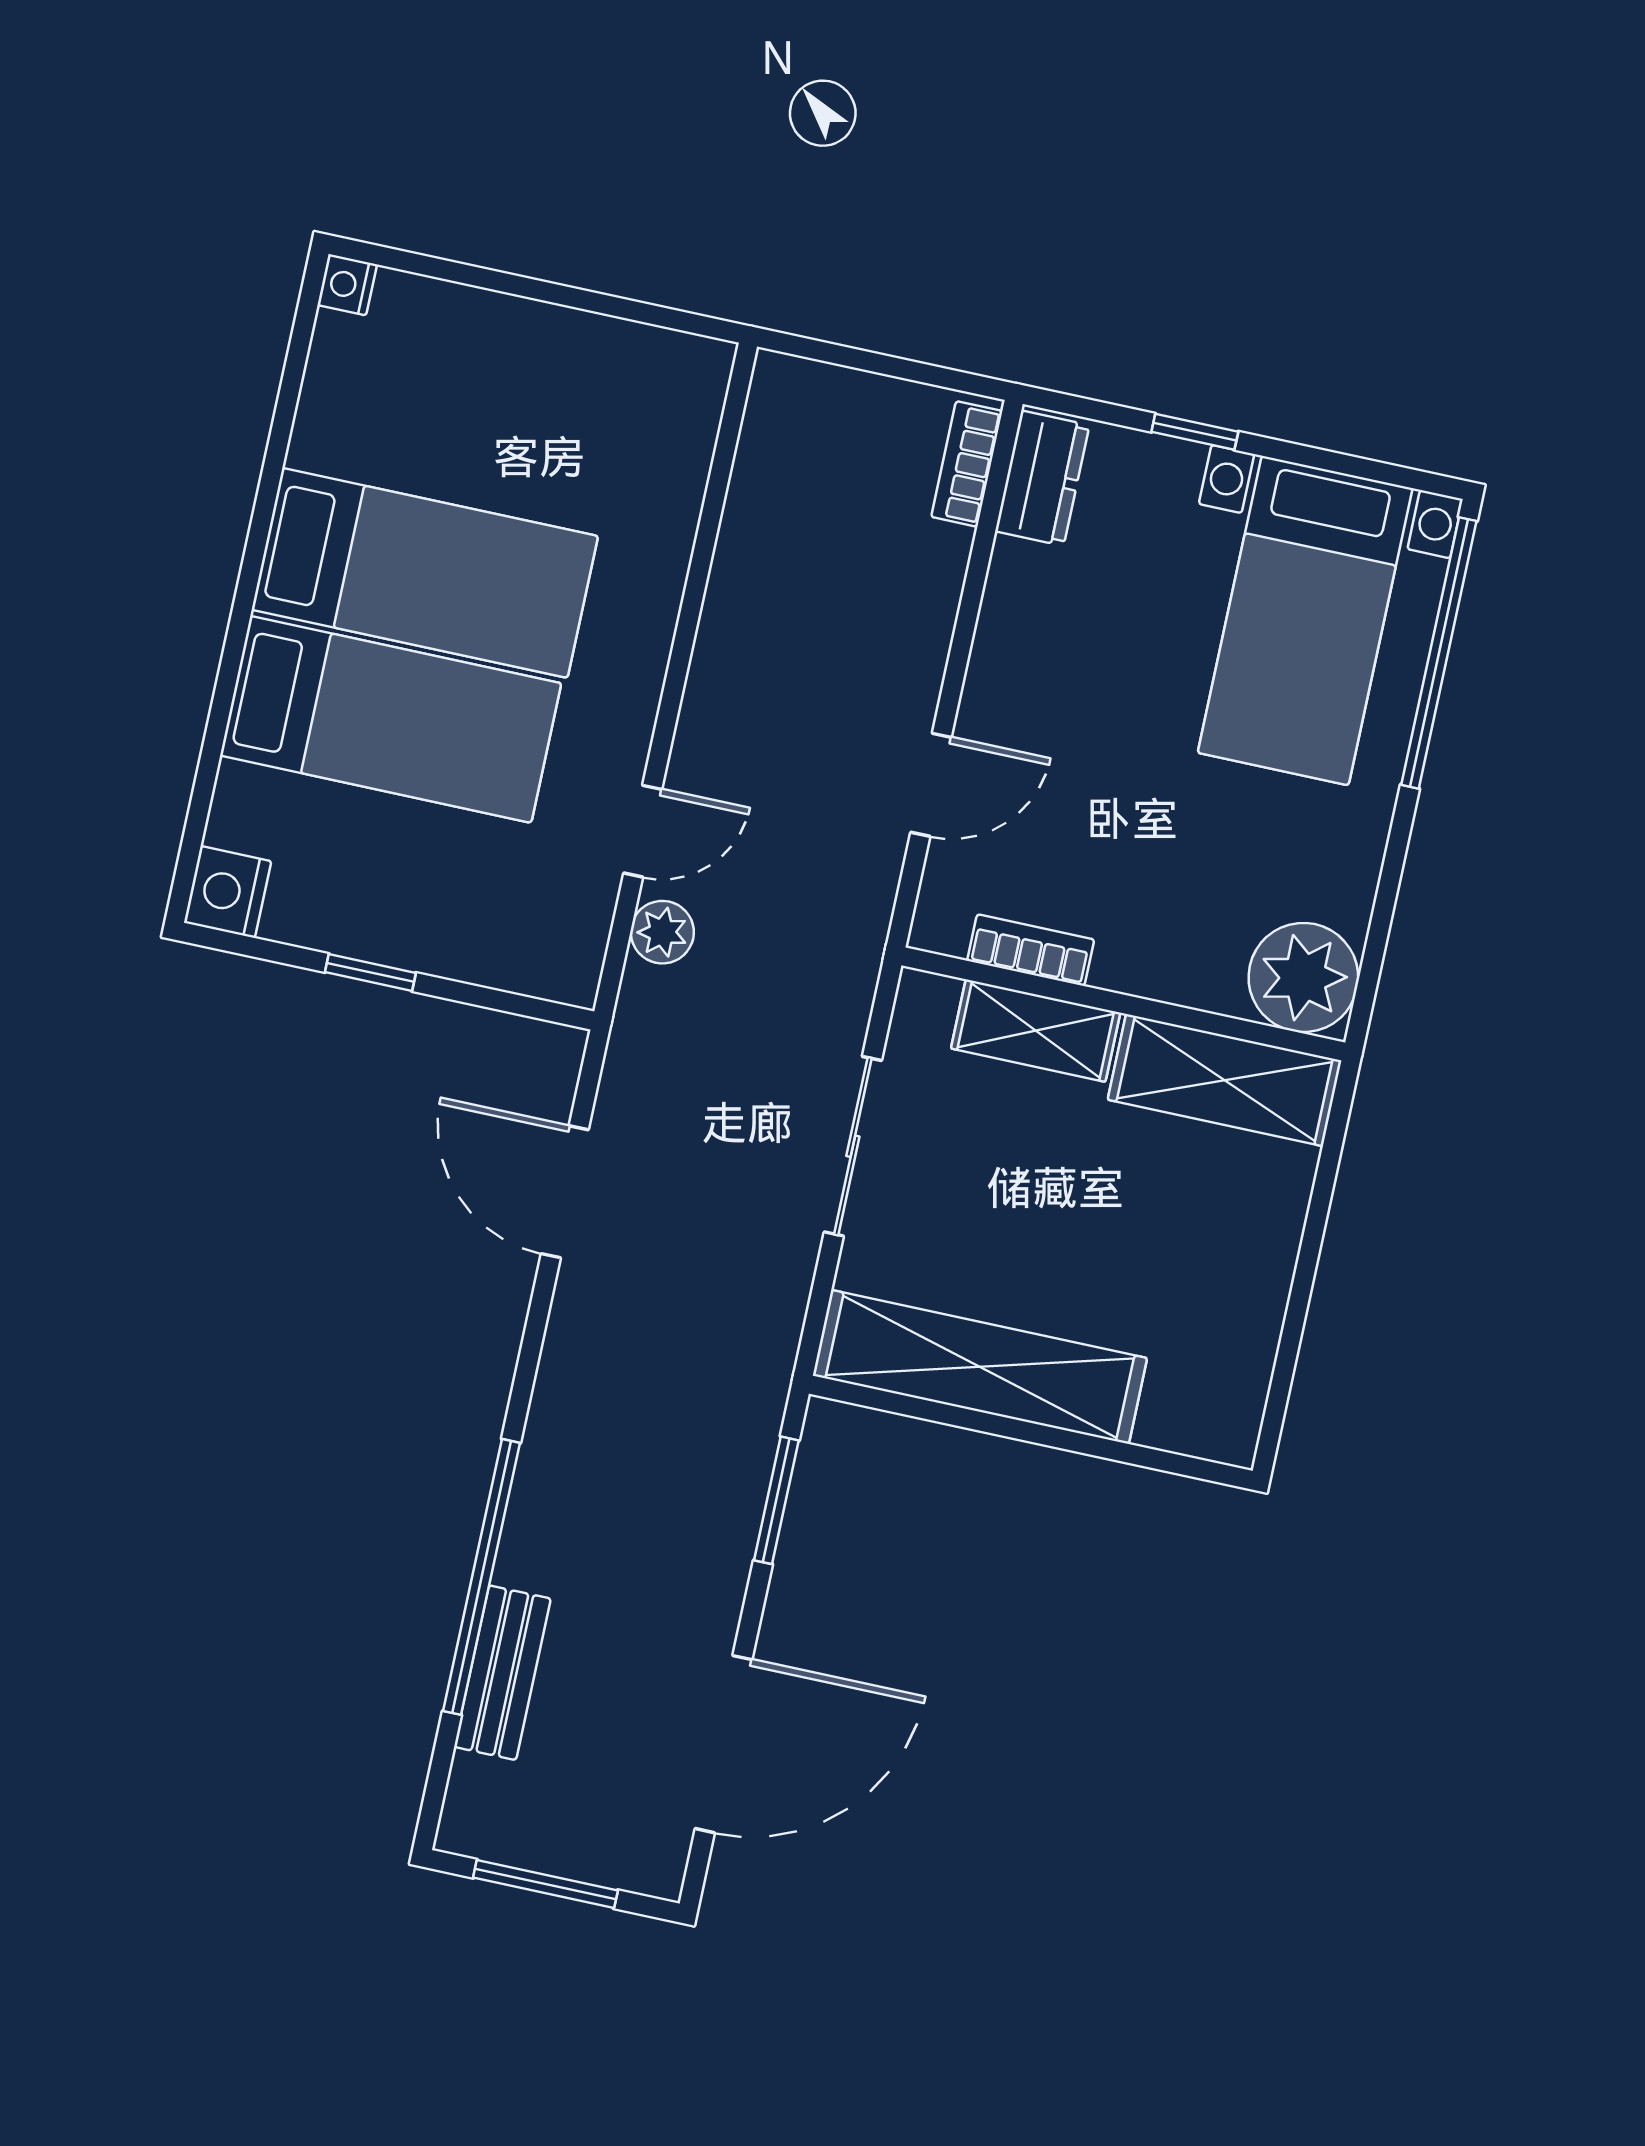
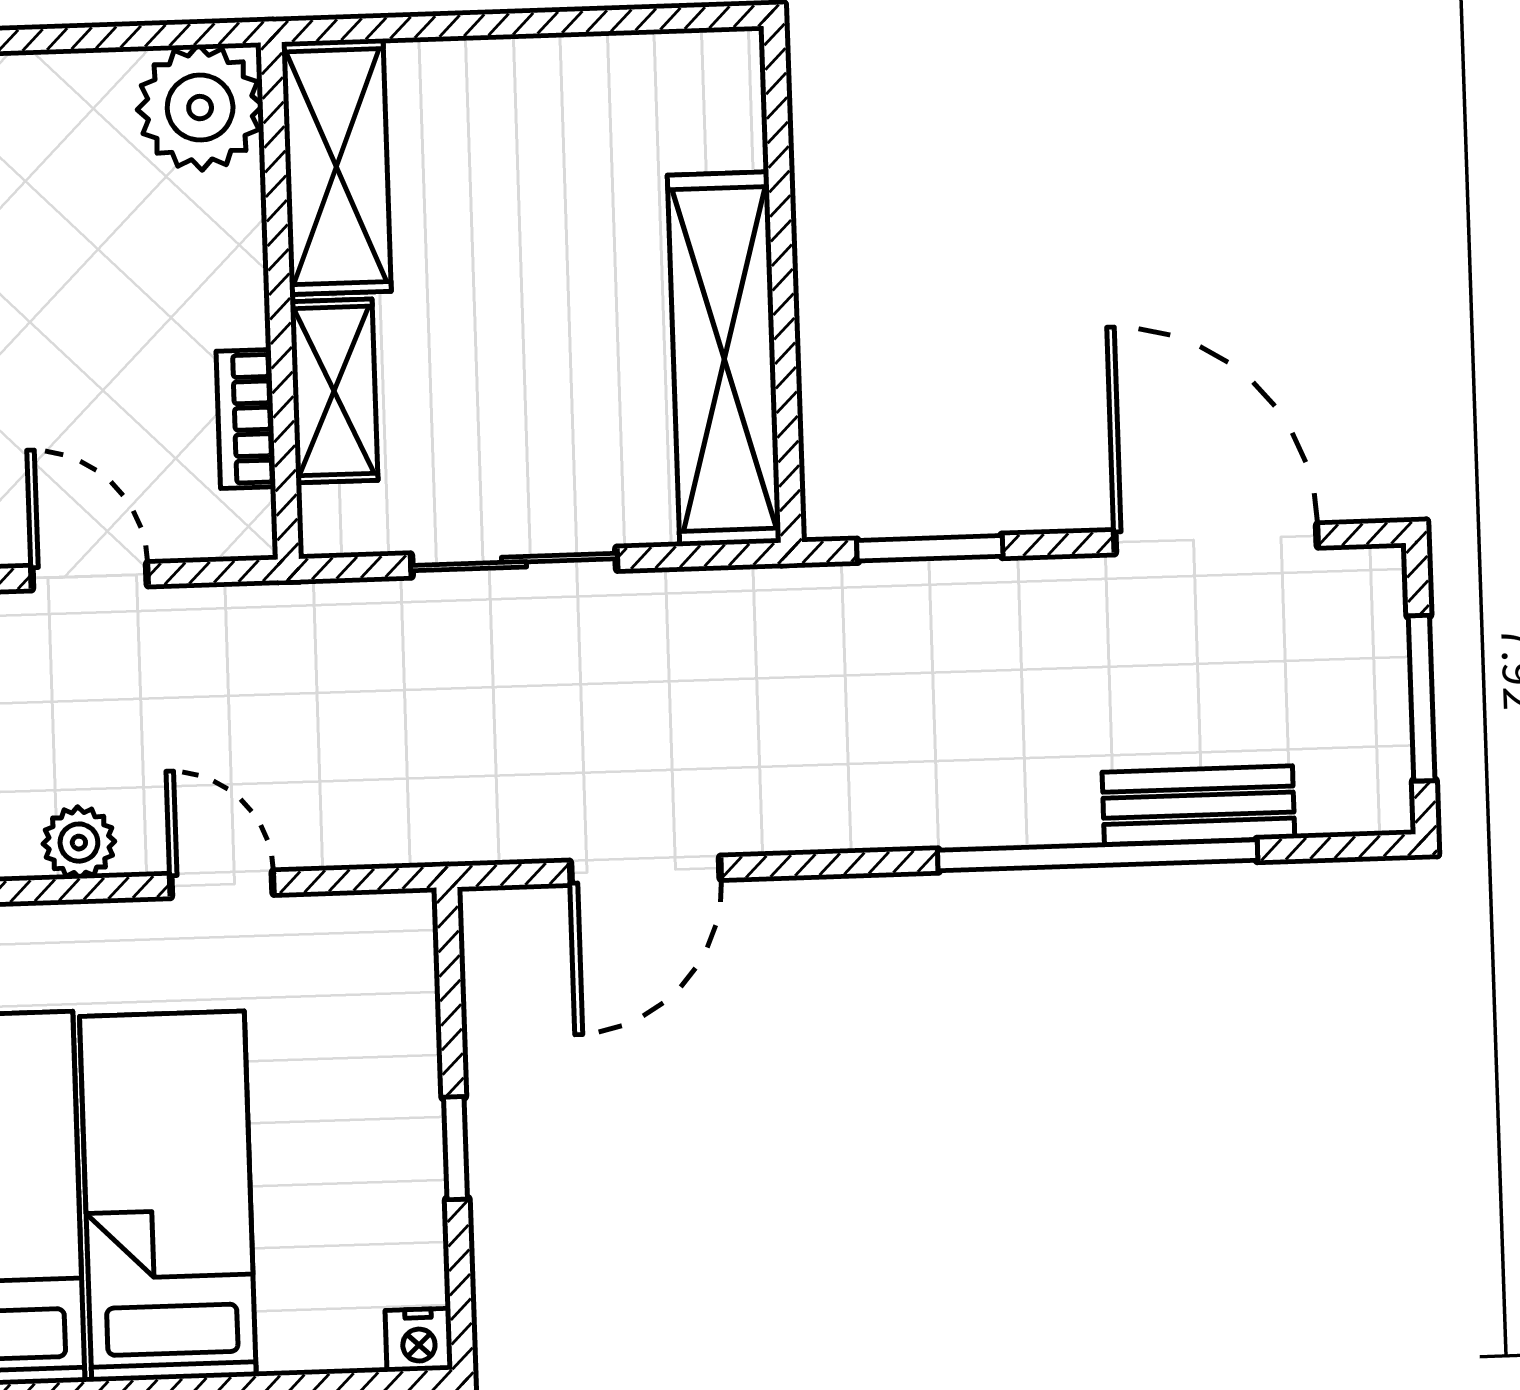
nightstand: (228, 892) -> (419, 1340), width x0.72, depth x0.74
plant: (662, 932) -> (79, 843), moved

